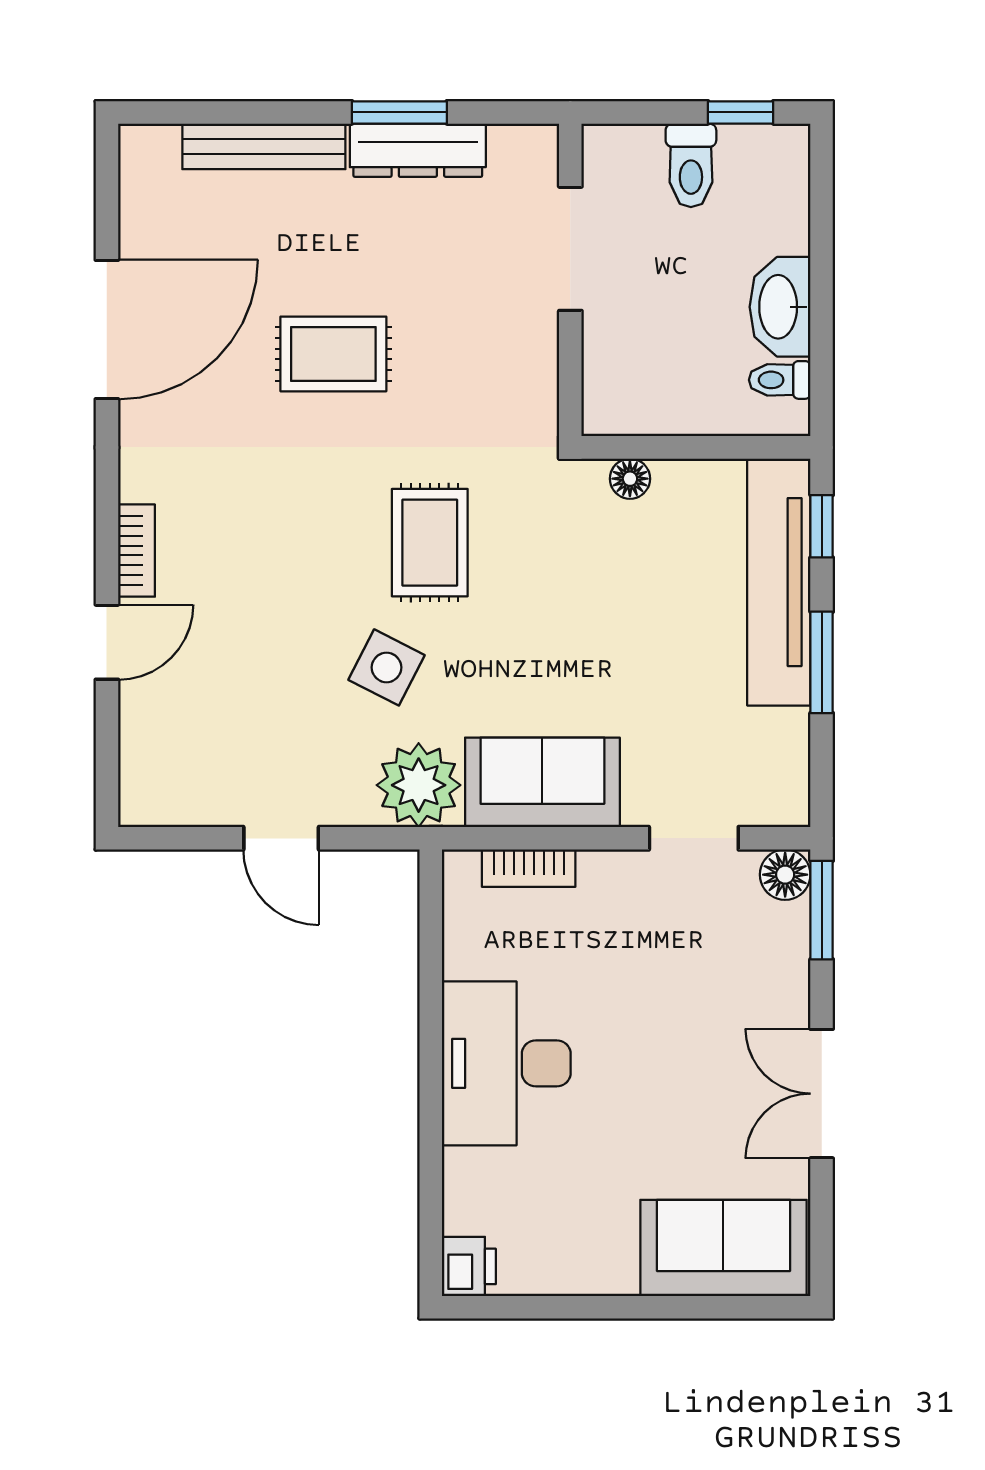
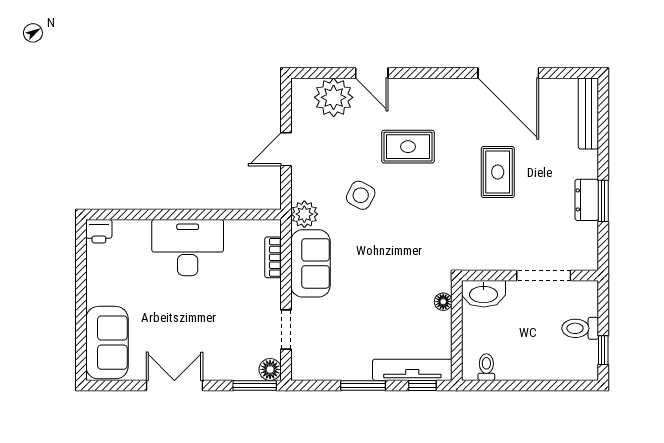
bench: (264, 146) -> (588, 114), moved
dresser: (418, 150) -> (587, 200), width x0.70
washbasin: (780, 307) -> (484, 294), moved, turned 180
rug: (430, 543) -> (408, 147), moved
bookcase: (137, 551) -> (412, 86), removed
tv unit: (779, 582) -> (412, 370), width x0.73, depth x0.78
plant: (163, 729) -> (334, 97), added
plant: (419, 785) -> (304, 214), width x0.73, depth x0.73

